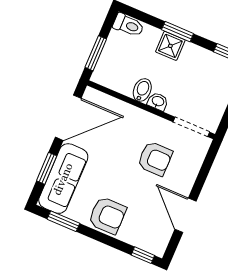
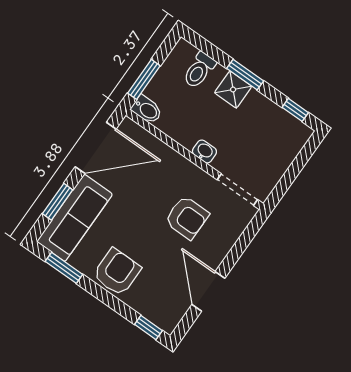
toilet: (128, 25) -> (199, 70), moved, turned 90
bidet: (142, 90) -> (147, 110), moved, turned 90
armchair: (107, 215) -> (117, 272), turned -90

